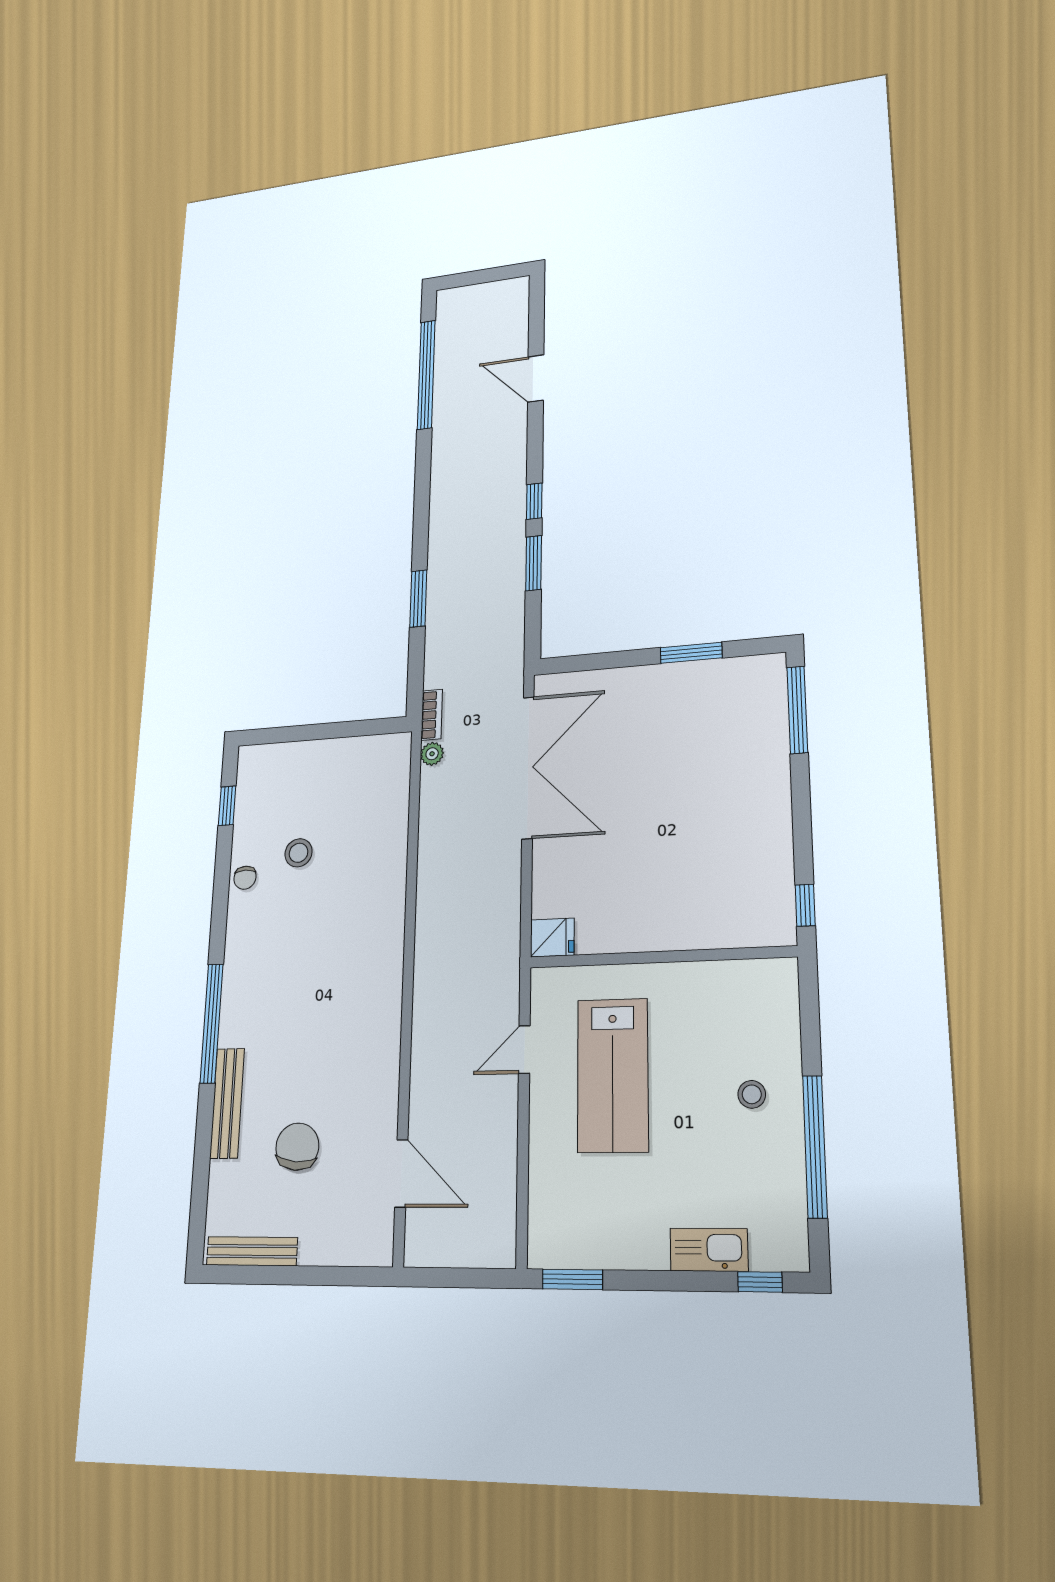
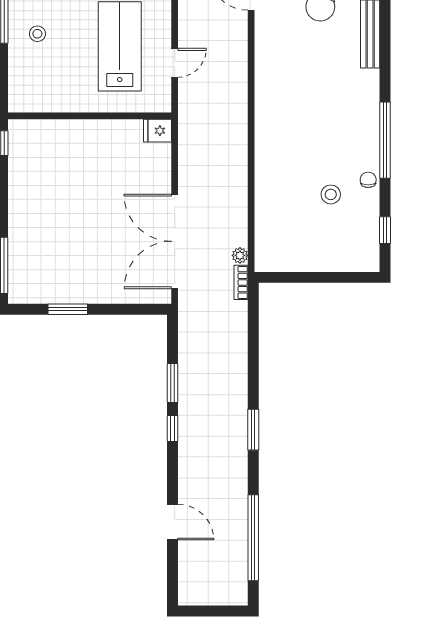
window: (418, 599) -> (253, 430), moved
window: (212, 1023) -> (385, 140), moved

